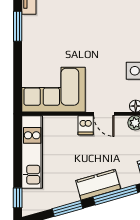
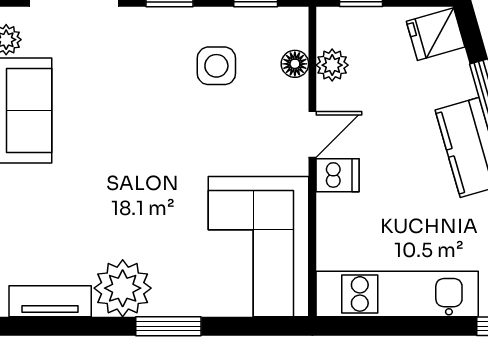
window: (18, 26) -> (168, 326), moved
plant: (35, 29) -> (123, 288), added

